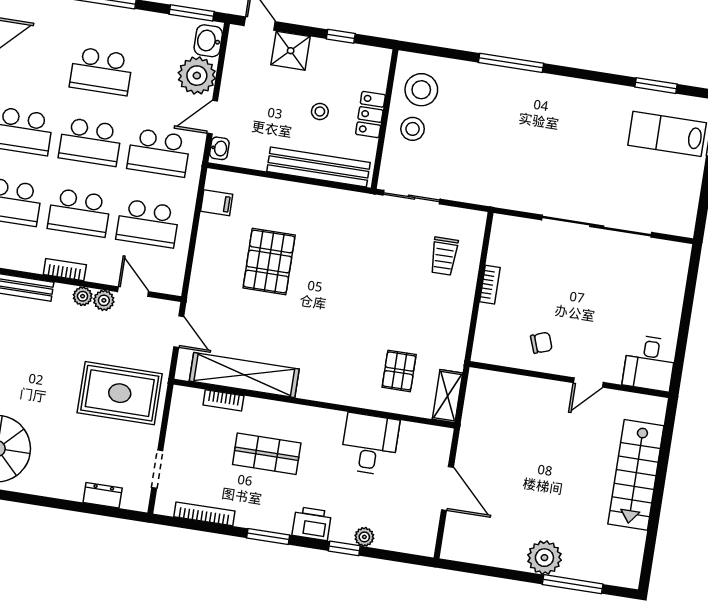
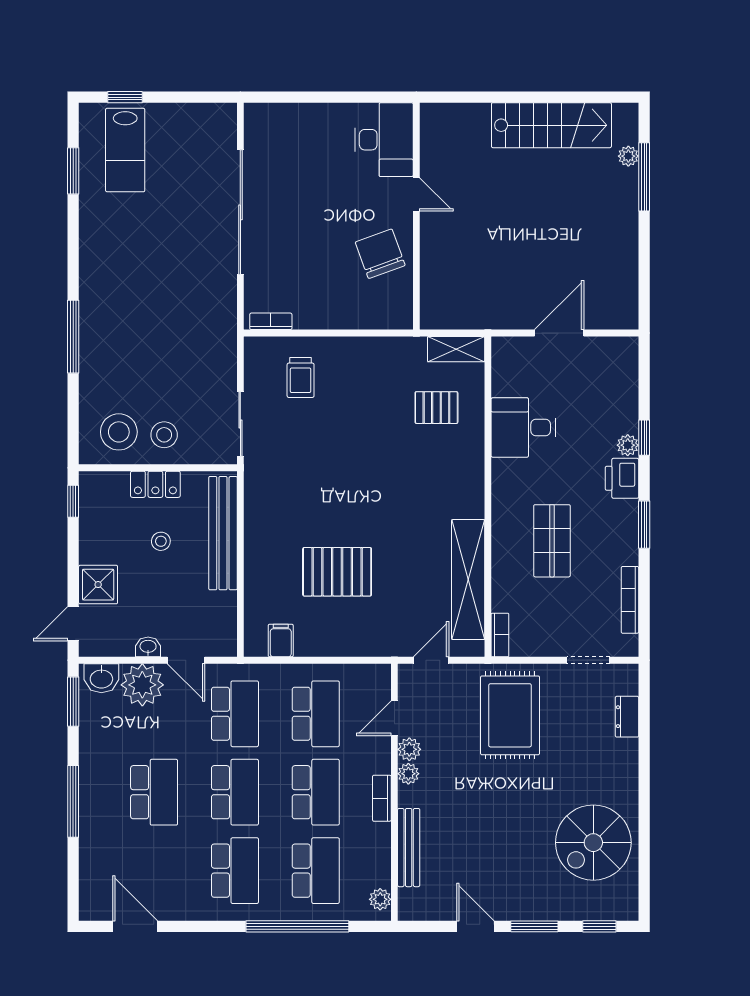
window: (341, 36) -> (73, 501), moved
washbasin: (219, 148) -> (148, 647), moved
trolley: (444, 256) -> (301, 377), turned 90
bookcase: (490, 285) -> (271, 321), moved
chair: (541, 343) -> (380, 254), width x1.87, depth x1.87
desk: (649, 363) -> (384, 140), width x1.37
bookcase: (223, 400) -> (500, 635), moved
stairs: (636, 475) -> (551, 125), moved
plant: (364, 537) -> (628, 445), moved
plant: (544, 558) -> (628, 156), moved, width x0.53, depth x0.53

